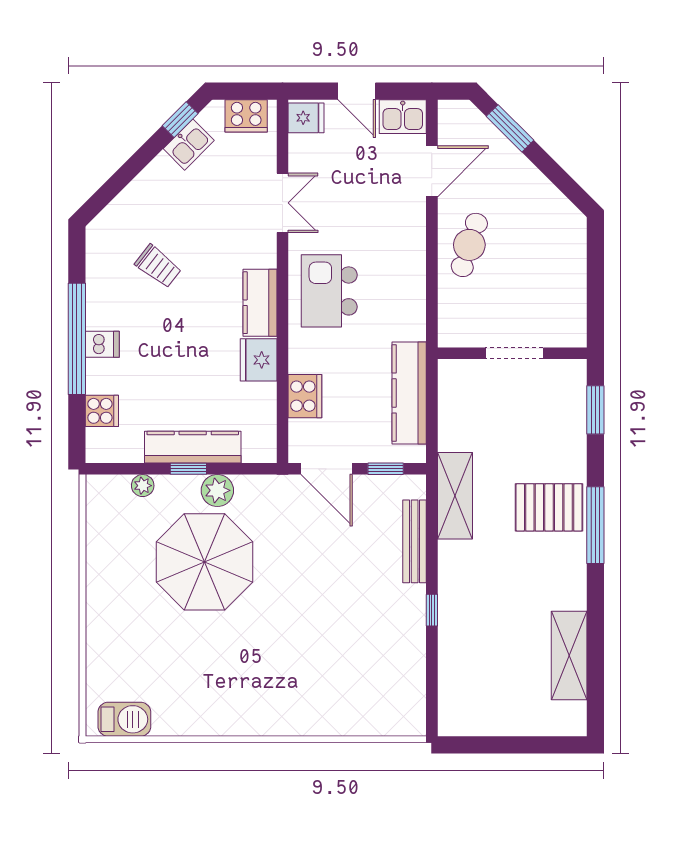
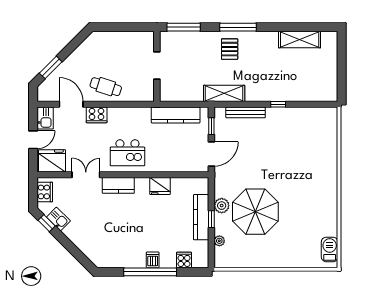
fridge: (306, 118) -> (52, 161), width x1.88, depth x1.34
trolley: (158, 266) -> (116, 234), removed
kitchen counter: (260, 303) -> (118, 185), moved
cooker: (305, 396) -> (97, 115), moved, turned 180
window: (595, 410) -> (184, 27), width x1.44
pallet: (549, 507) -> (230, 49), width x0.67, depth x0.71

